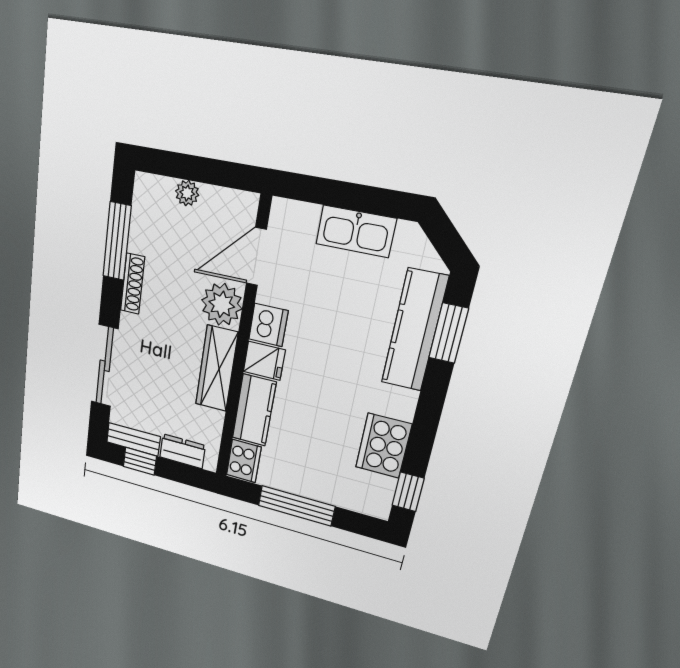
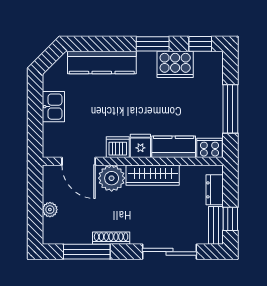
kitchen sink: (356, 231) -> (53, 107), width x0.73
window: (449, 333) -> (153, 44), moved

